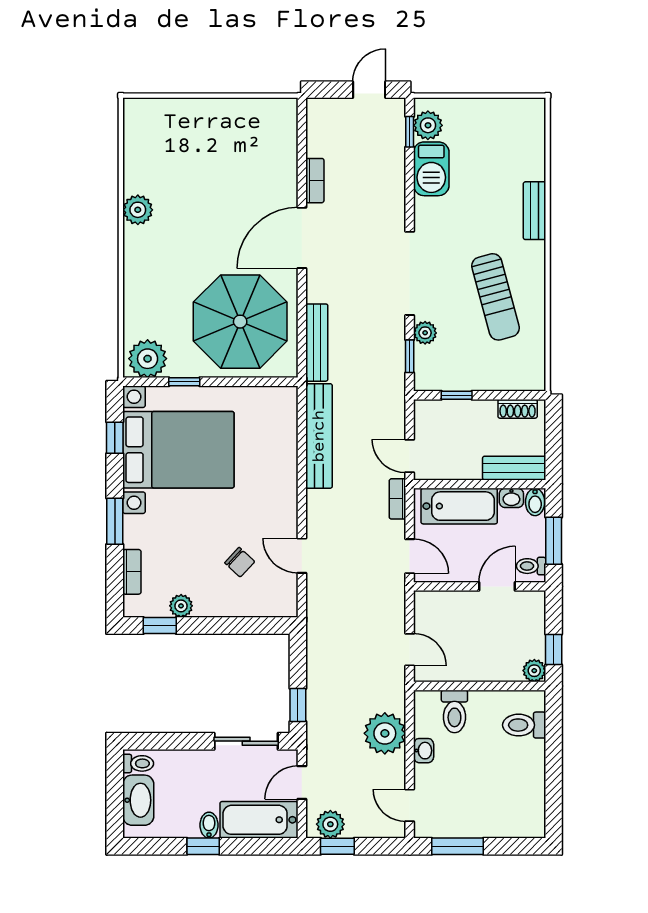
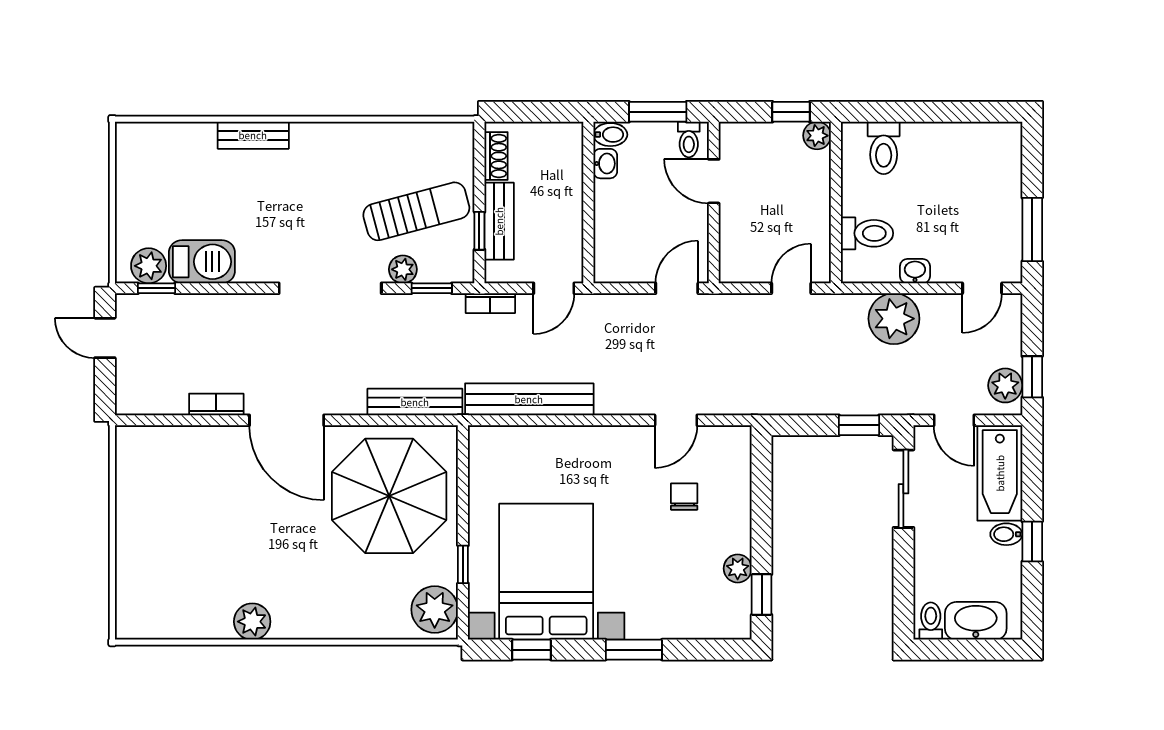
sun lounger: (496, 297) -> (416, 211), moved
bench: (514, 468) -> (499, 221), moved
bookcase: (397, 499) -> (490, 303), moved
bathtub: (459, 506) -> (615, 228), removed
chair: (240, 562) -> (684, 497), turned -43
bookcase: (132, 572) -> (696, 629), removed

